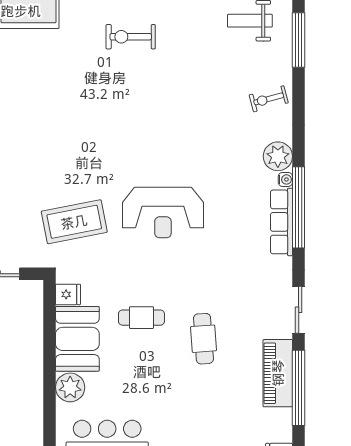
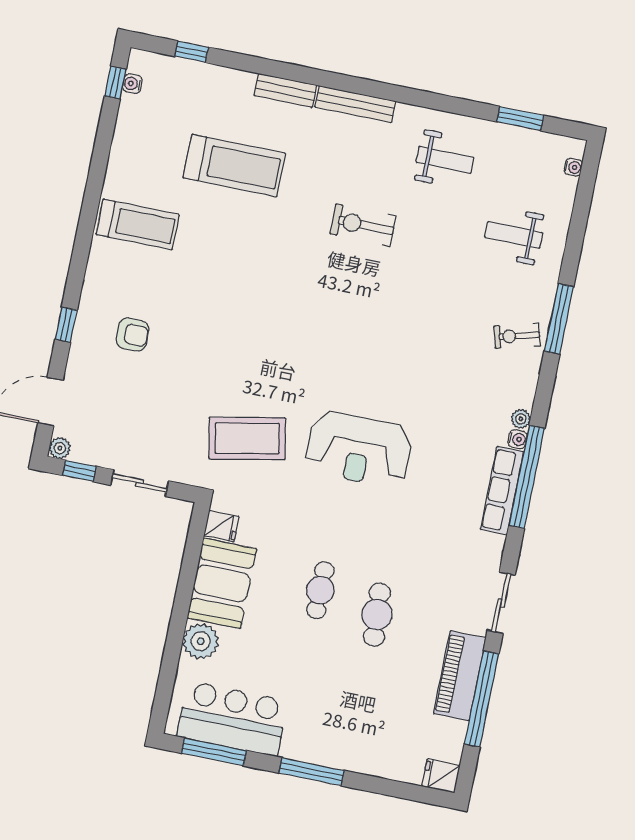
window: (299, 40) -> (559, 319), moved
plant: (278, 156) -> (521, 419), width x0.53, depth x0.53
cafe table: (141, 318) -> (320, 590), moved, turned 90

